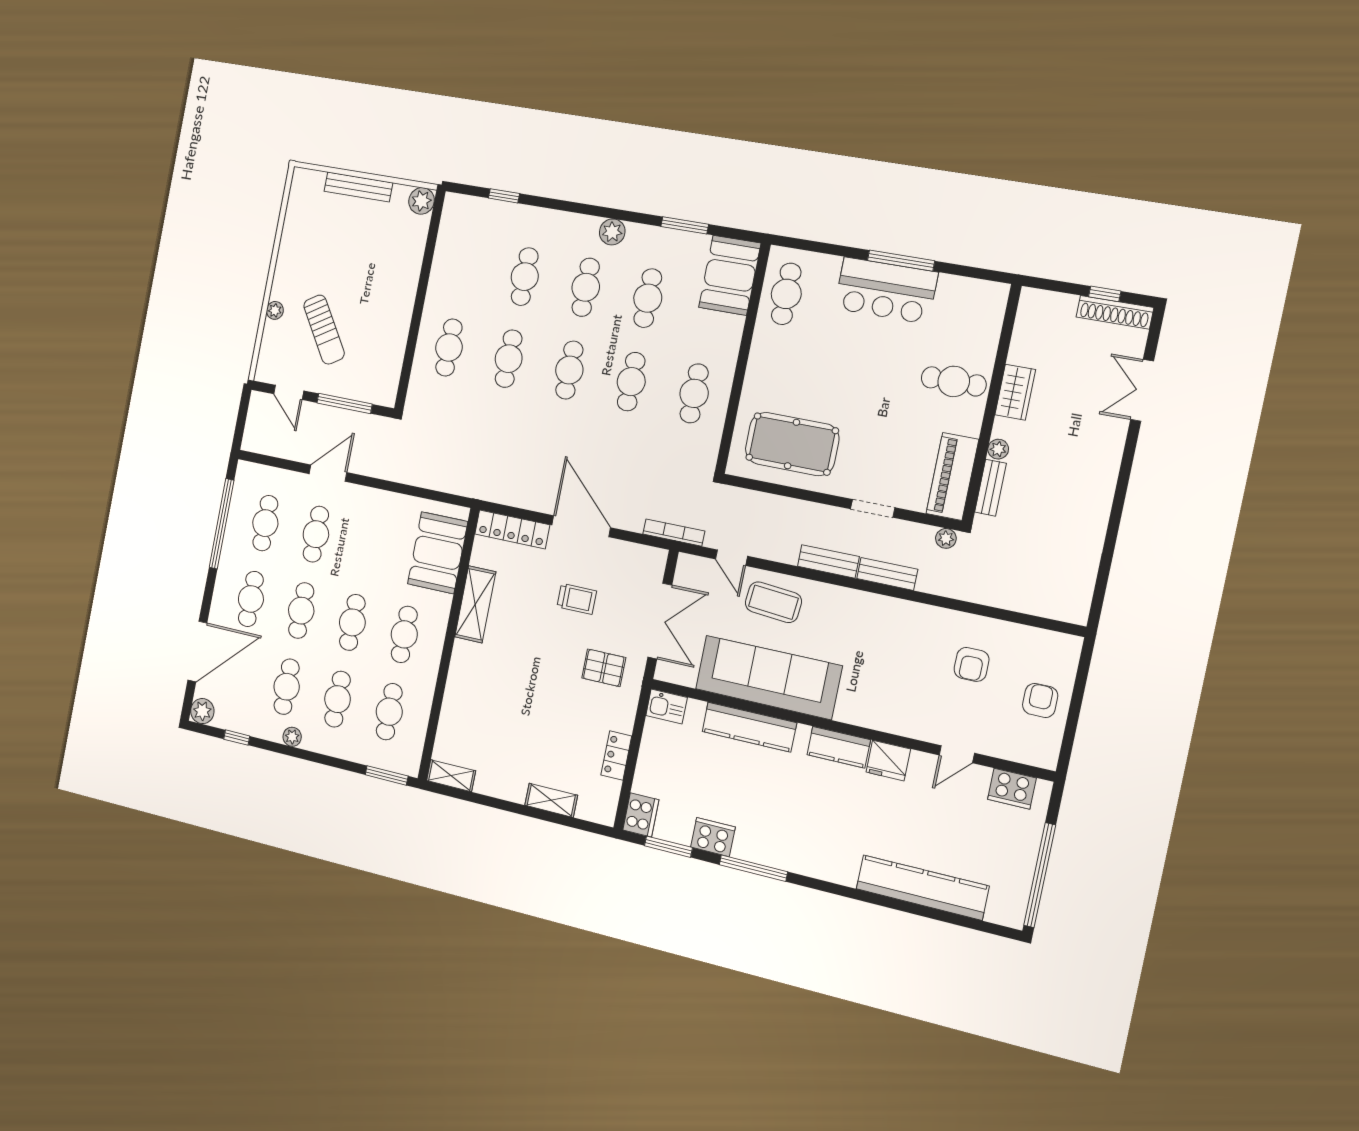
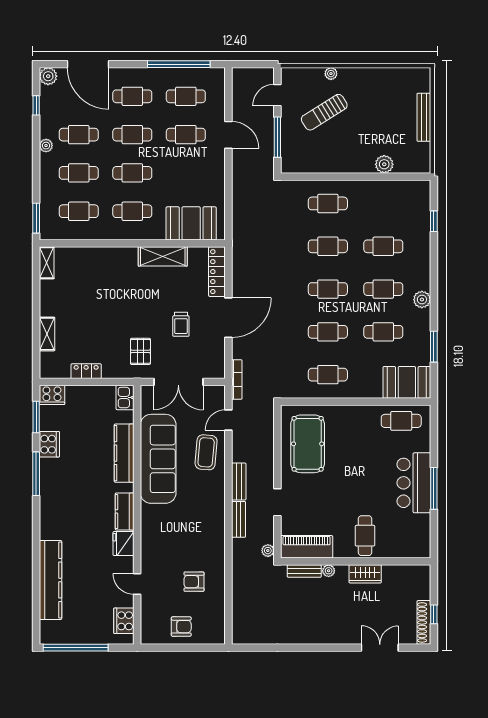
plant: (422, 201) -> (384, 164), moved

